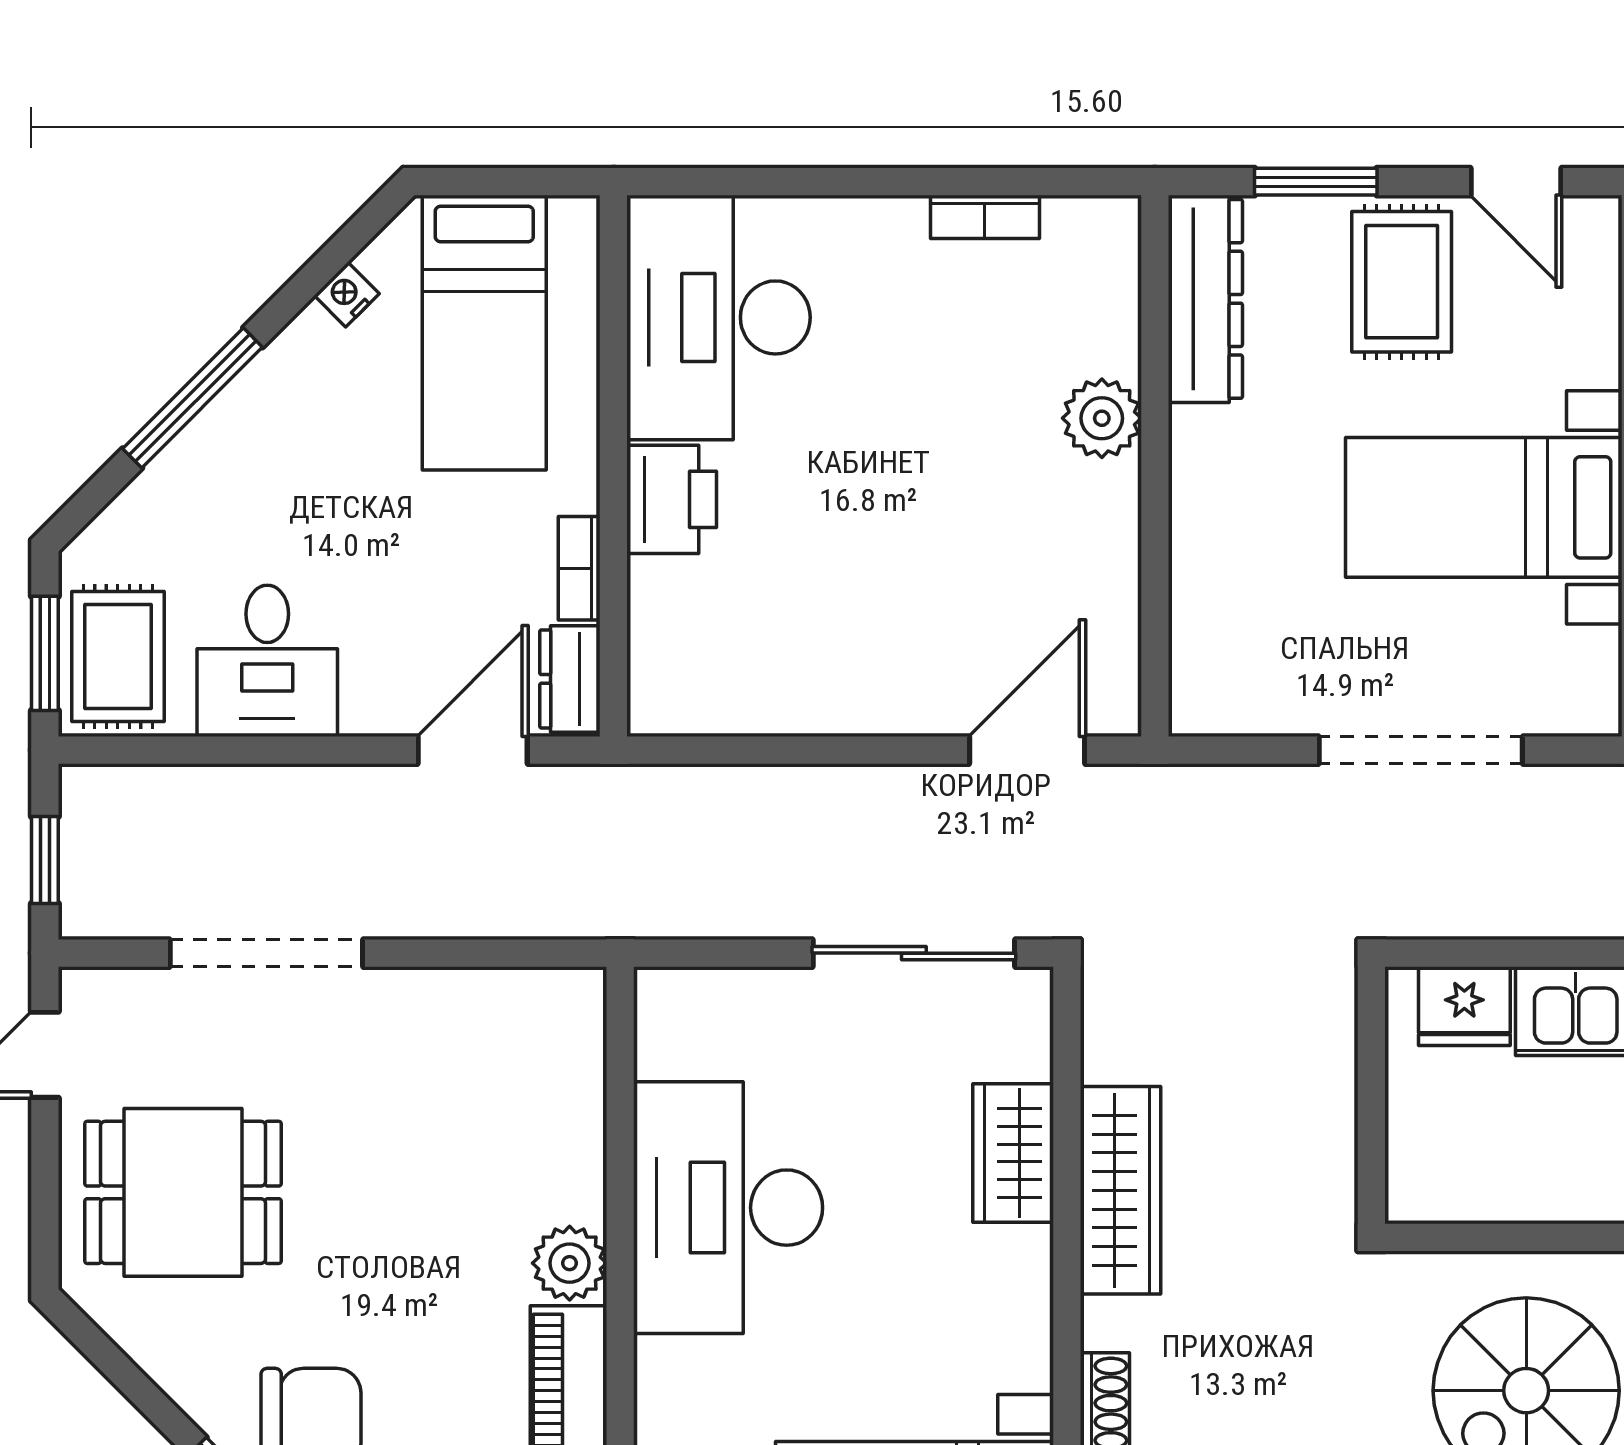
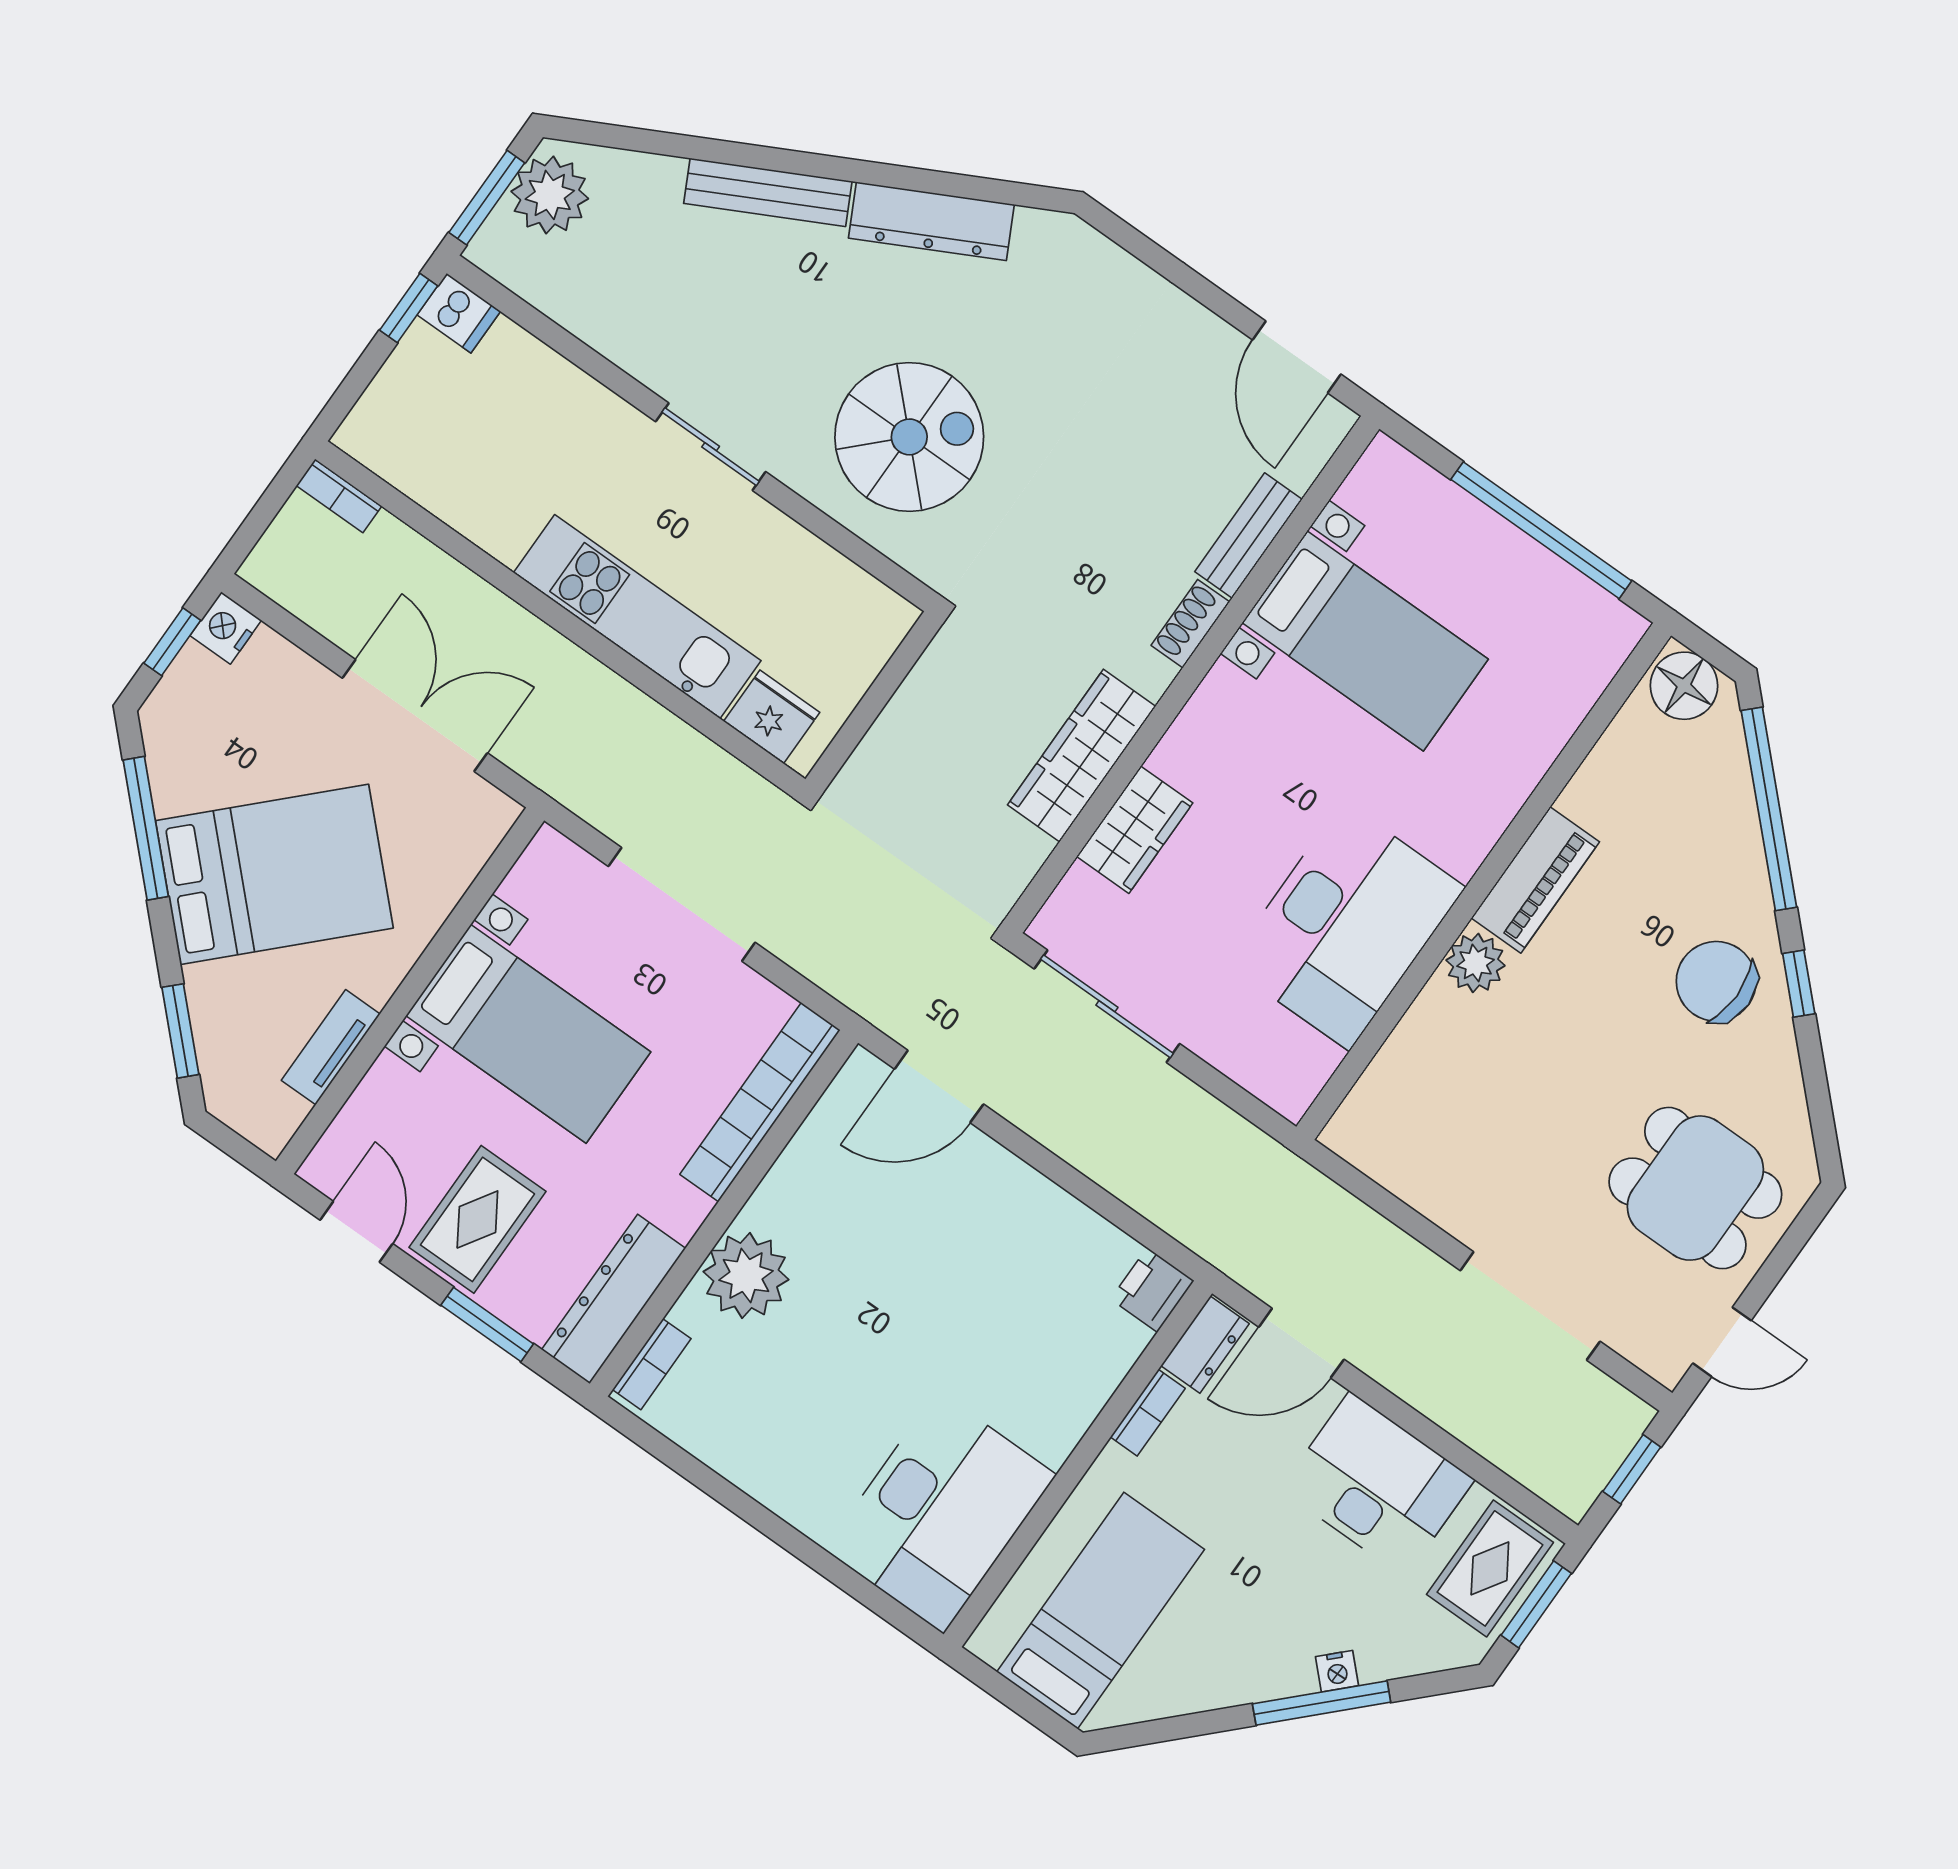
bookcase: (985, 217) -> (652, 1364), moved, turned 90
nightstand: (347, 295) -> (1337, 1671), moved
plant: (1102, 418) -> (746, 1276), width x1.36, depth x1.36
printer: (672, 499) -> (1152, 1290), moved, width x0.73, depth x0.81
bookcase: (1198, 605) -> (760, 1102), added
desk: (267, 661) -> (1377, 1484), width x1.37

